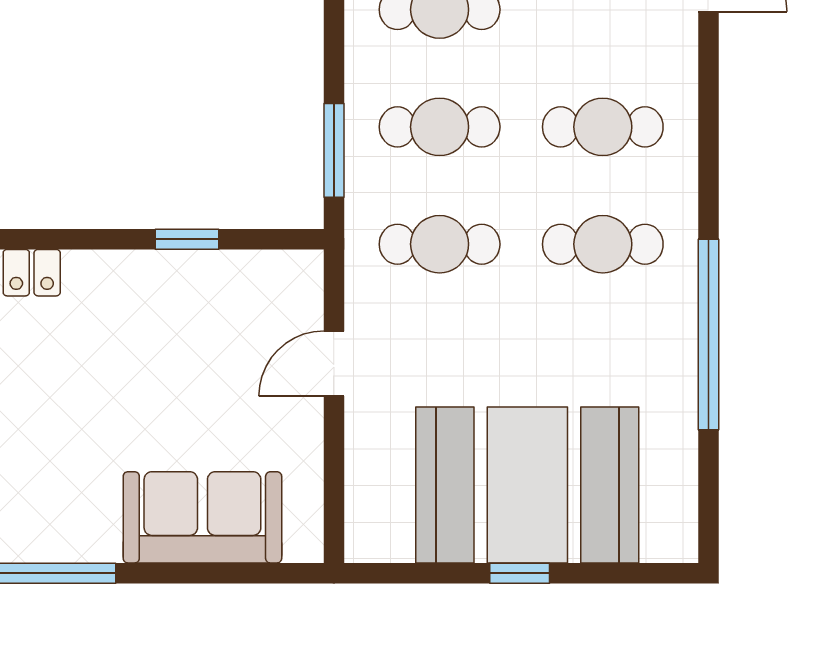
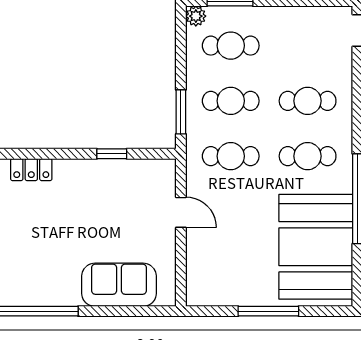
door: (334, 364) -> (181, 212), swing flipped
booth: (527, 485) -> (316, 247), moved, turned 90
window: (520, 573) -> (268, 311), width x2.17

